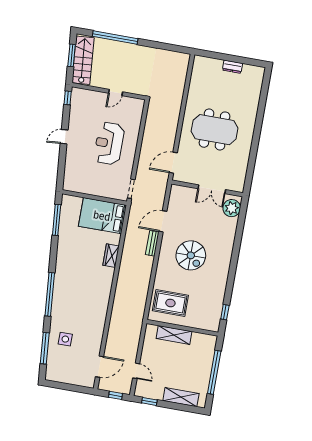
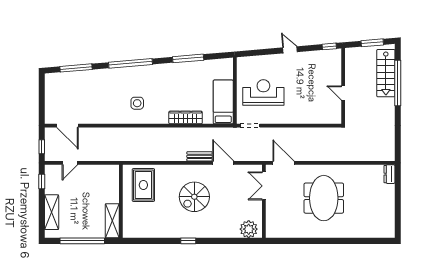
stairs: (83, 60) -> (386, 73), moved, turned 95
dresser: (232, 67) -> (390, 174), moved
reception desk: (109, 143) -> (263, 92), moved
double door: (212, 189) -> (264, 186), moved
bed: (102, 216) -> (223, 102), width x0.67
window: (57, 220) -> (188, 58), moved
wardrobe: (111, 256) -> (186, 117), width x1.50
window: (225, 312) -> (188, 241), moved
shelving: (174, 335) -> (112, 221), moved
side table: (65, 339) -> (137, 103), moved

